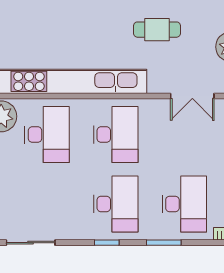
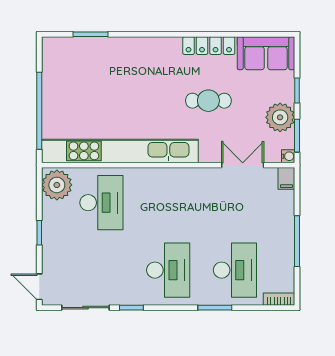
double door: (192, 96) -> (243, 165), swing flipped
desk: (116, 135) -> (168, 203), removed
window: (107, 243) -> (131, 308), moved

